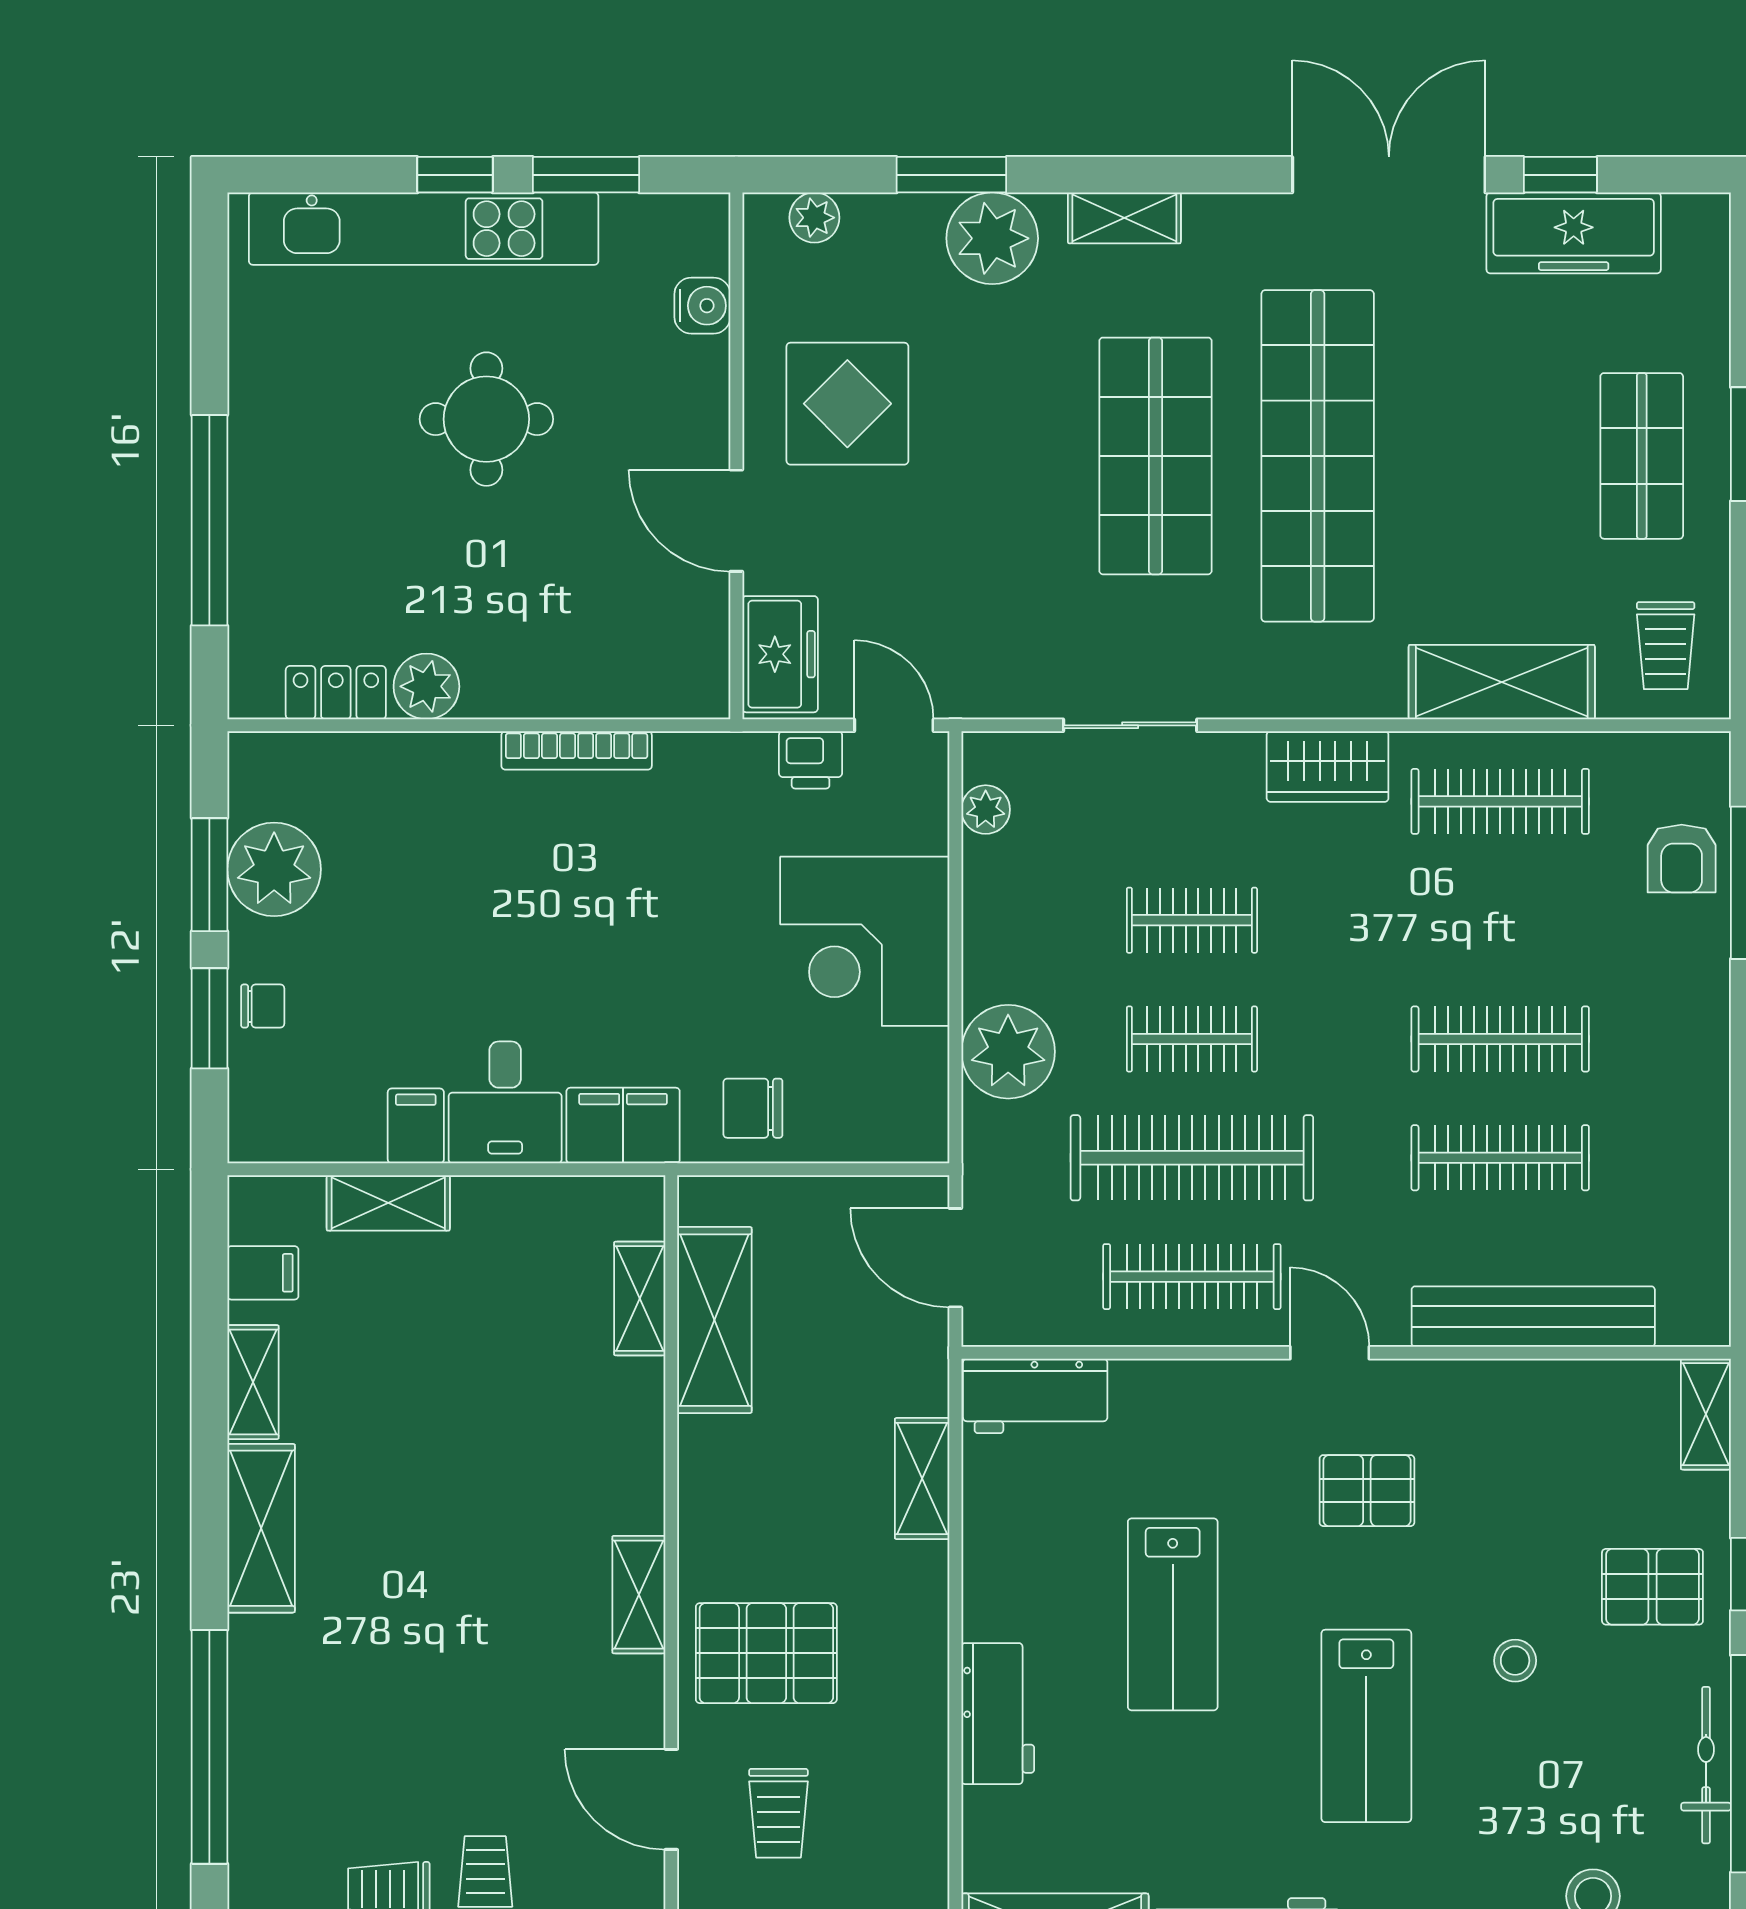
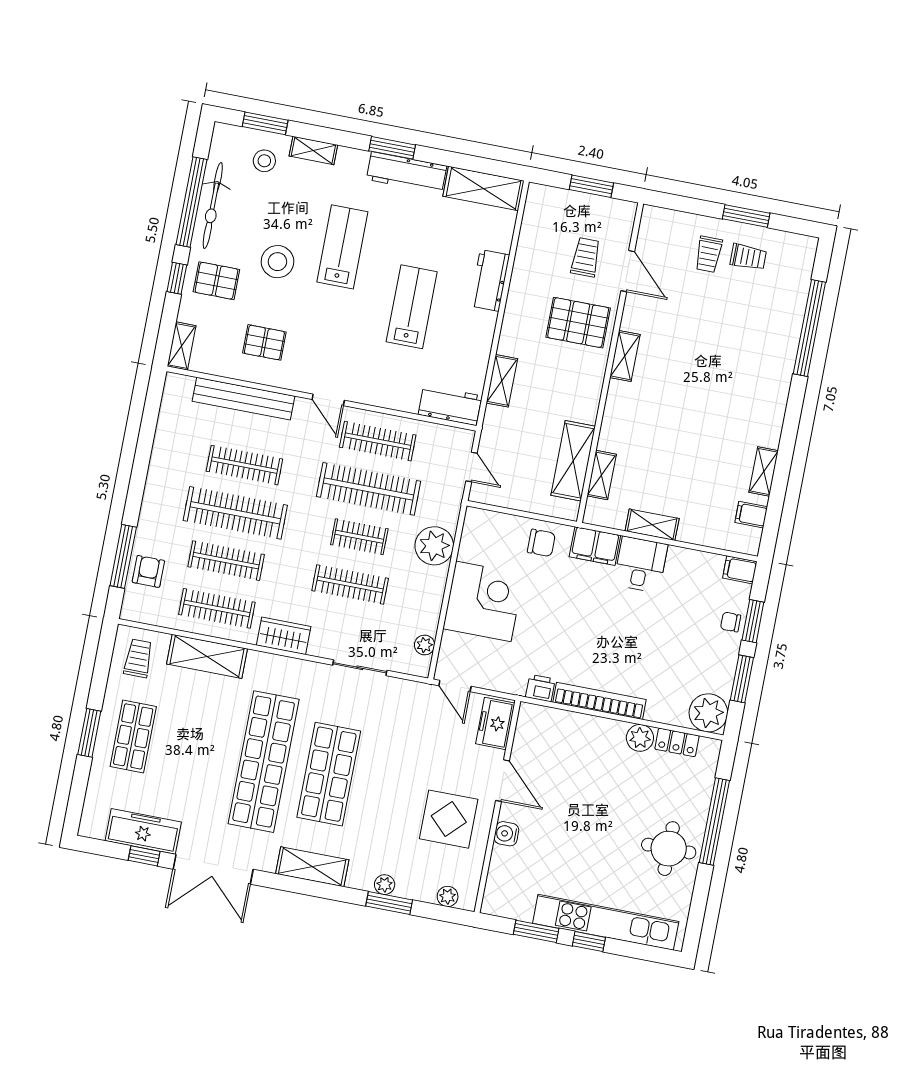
shelving: (1124, 218) -> (312, 867), width x1.50, depth x1.33
plant: (992, 238) -> (385, 885), width x0.53, depth x0.53
water cooler: (702, 306) -> (506, 834), moved
round table: (486, 419) -> (669, 849), moved
bookcase: (577, 750) -> (600, 701), width x1.48, depth x1.31
printer: (811, 760) -> (540, 688), moved
plant: (274, 869) -> (708, 713), moved
clothes rail: (1192, 920) -> (350, 585), width x1.36
clothes rail: (1500, 920) -> (226, 561), added
clothes rail: (1500, 1039) -> (235, 513), width x1.37, depth x1.31
filing cabinet: (416, 1126) -> (740, 570), moved, turned 90
shelving: (388, 1203) -> (652, 525), moved
door: (955, 1258) -> (471, 467), width x0.73
pallet: (1367, 1491) -> (264, 342), moved
shelving: (261, 1528) -> (772, 412), removed
stool: (1515, 1661) -> (277, 262), width x1.89, depth x1.89
bicycle: (1706, 1765) -> (213, 206), width x1.37, depth x1.40

